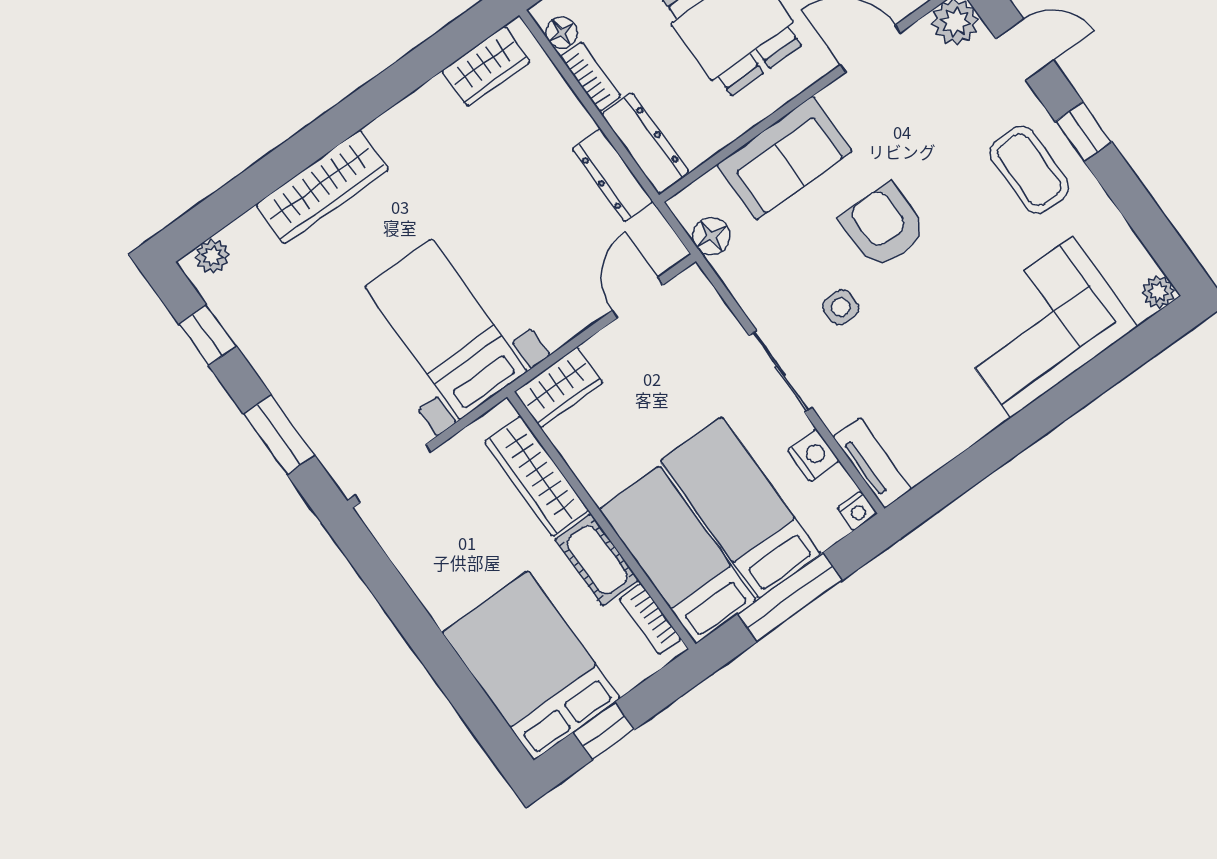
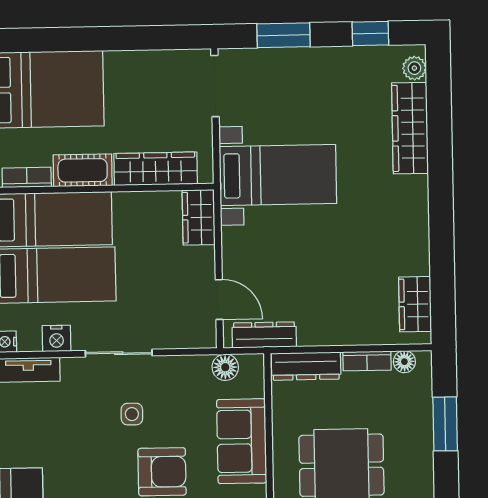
dresser: (613, 175) -> (264, 335), moved
wardrobe: (322, 187) -> (410, 128), moved

